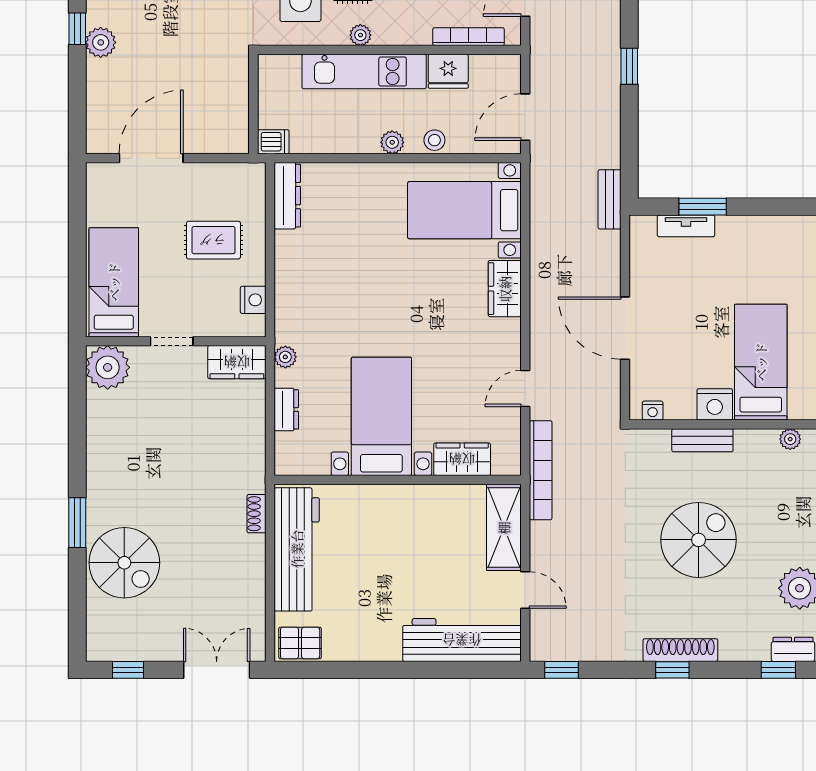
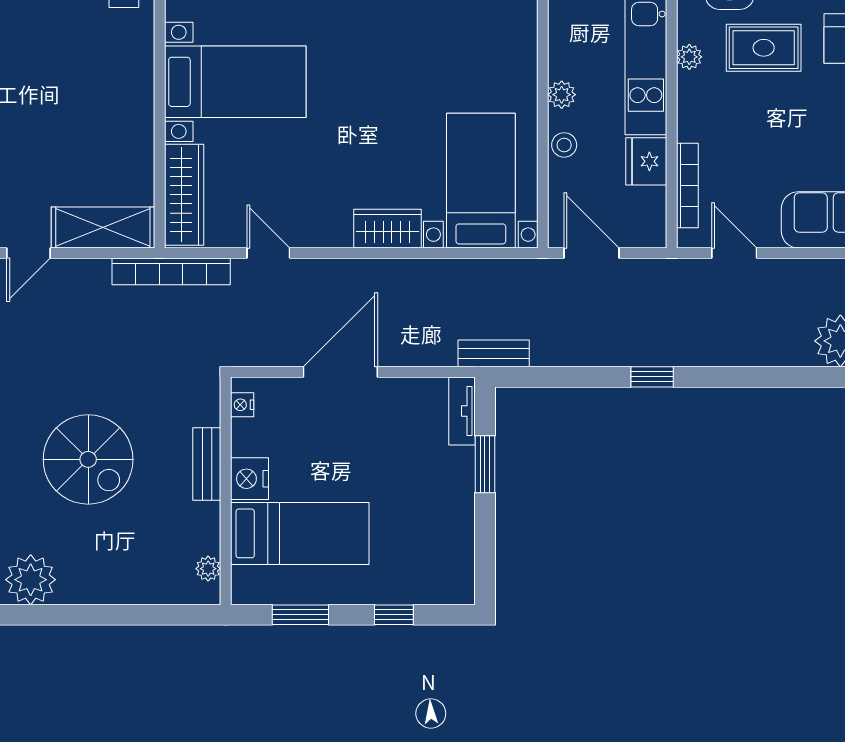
tv unit: (686, 226) -> (462, 411), moved
wardrobe: (462, 459) -> (184, 195), width x1.50

